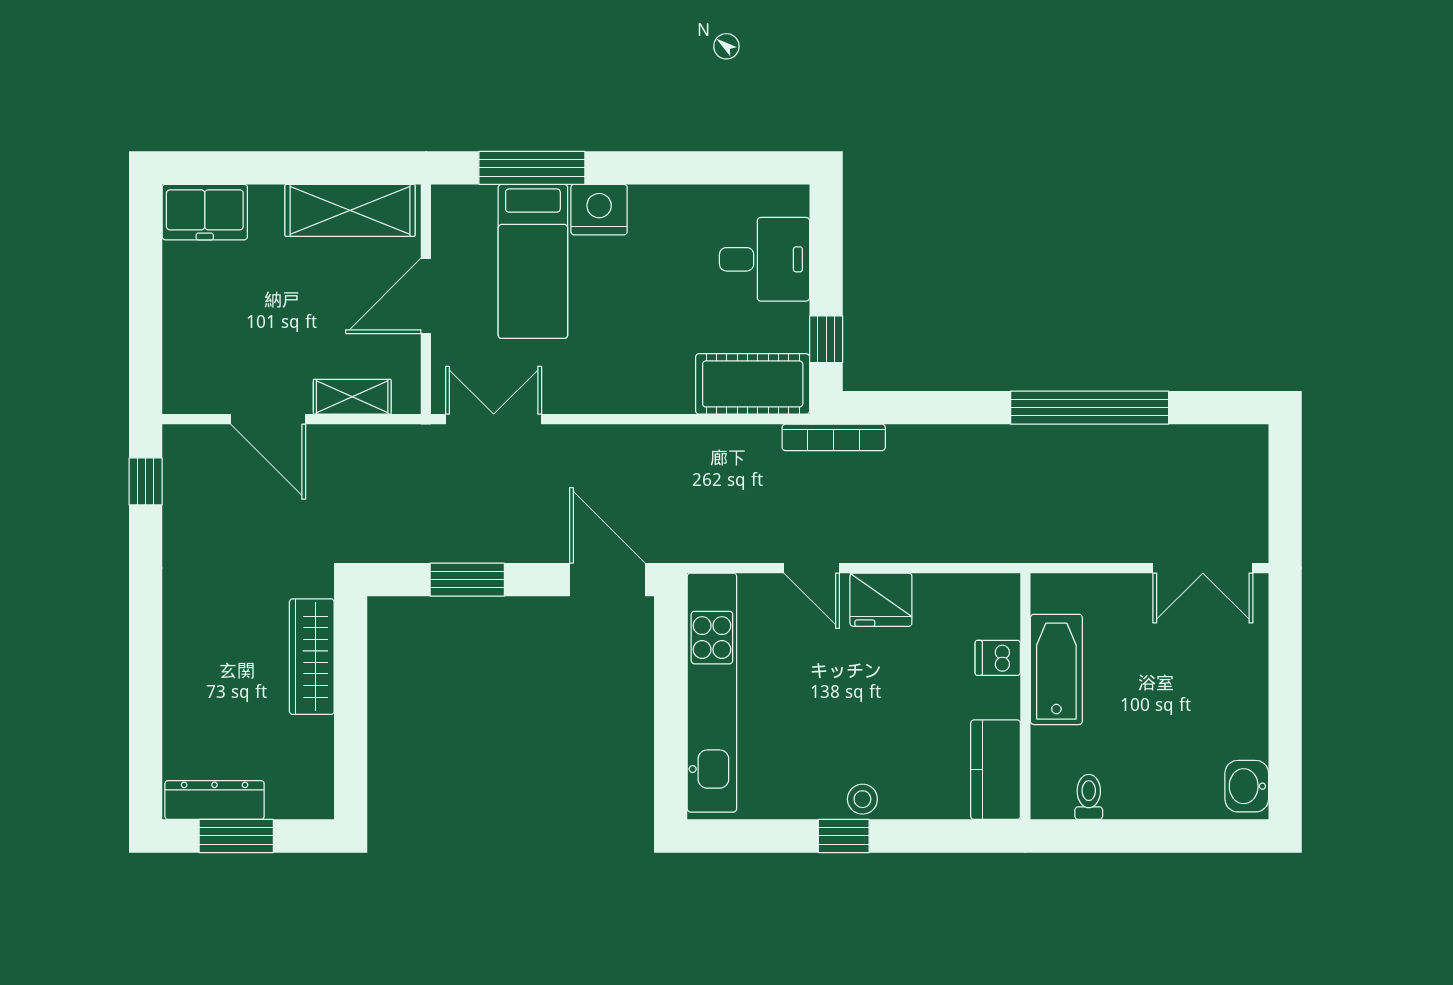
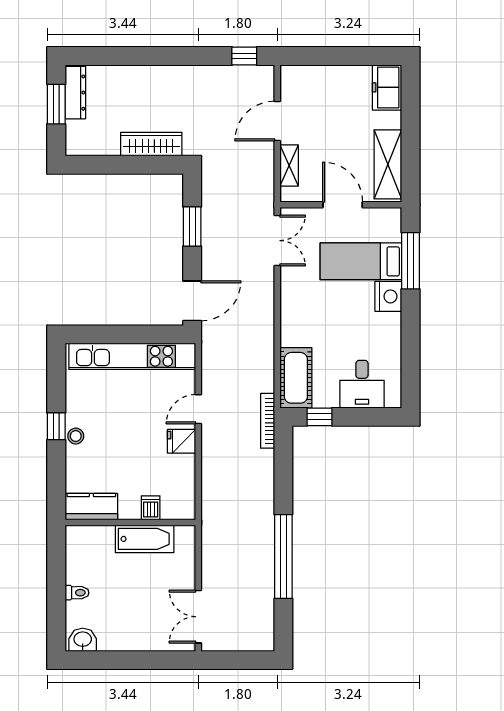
fridge: (881, 600) -> (182, 441), width x0.72
toilet: (1089, 797) -> (77, 593), moved

